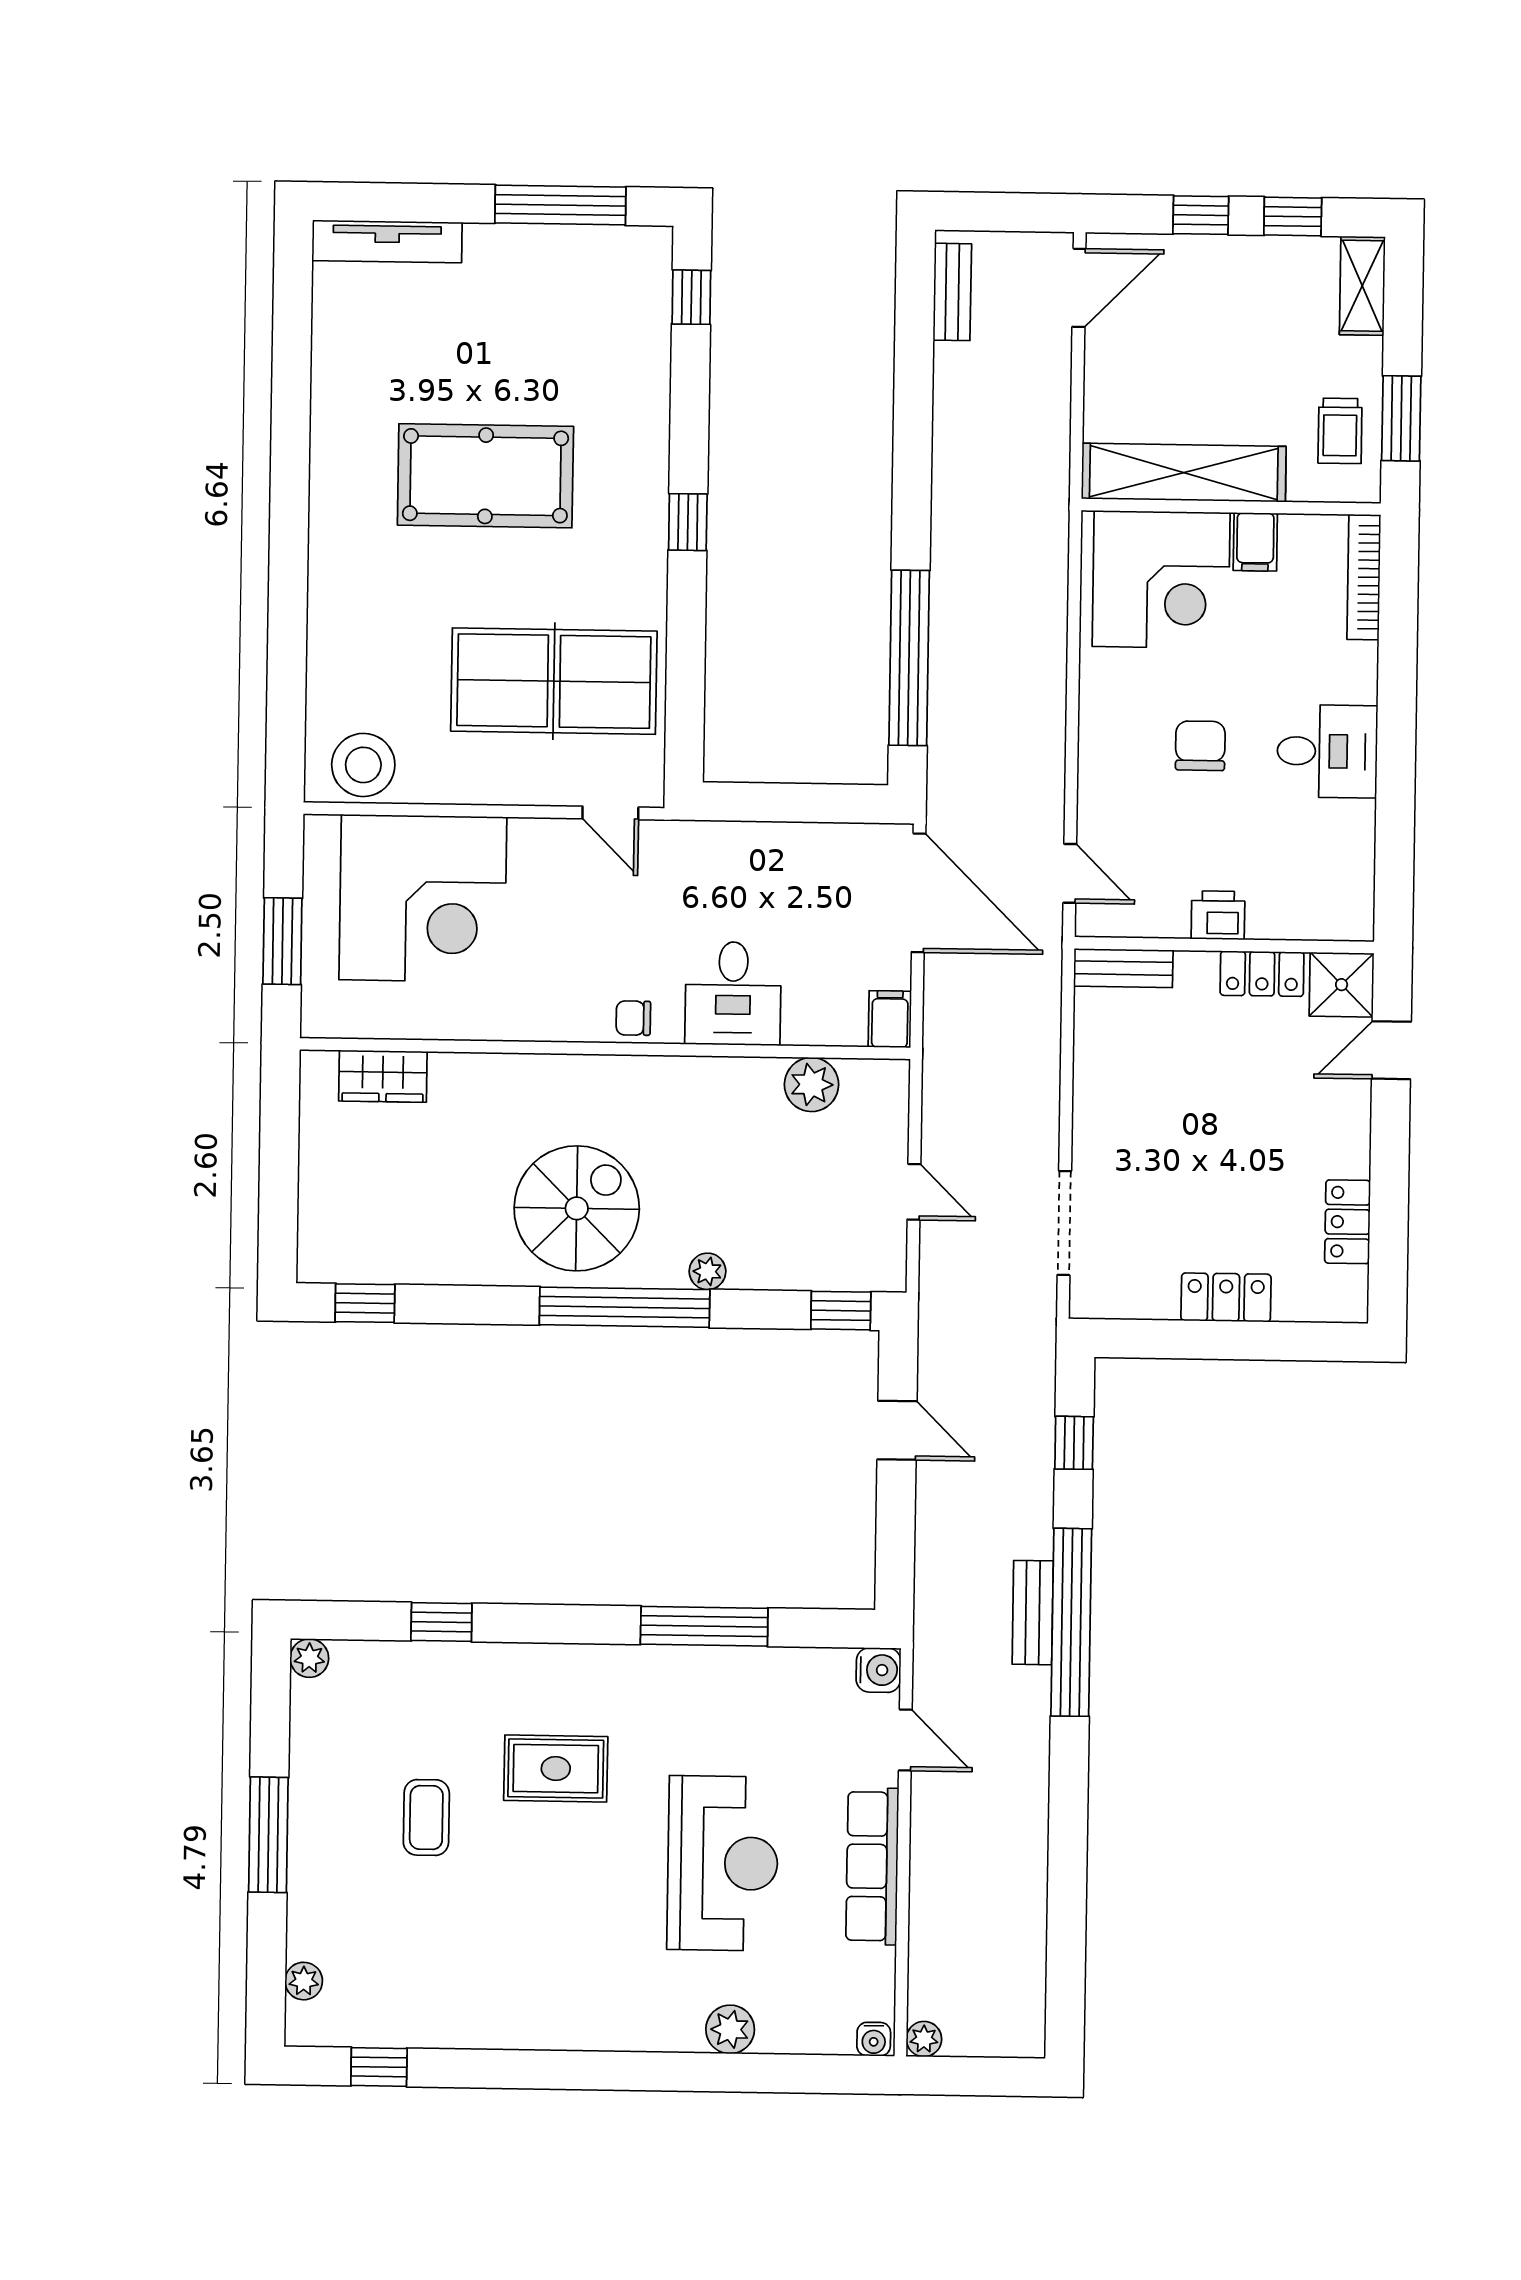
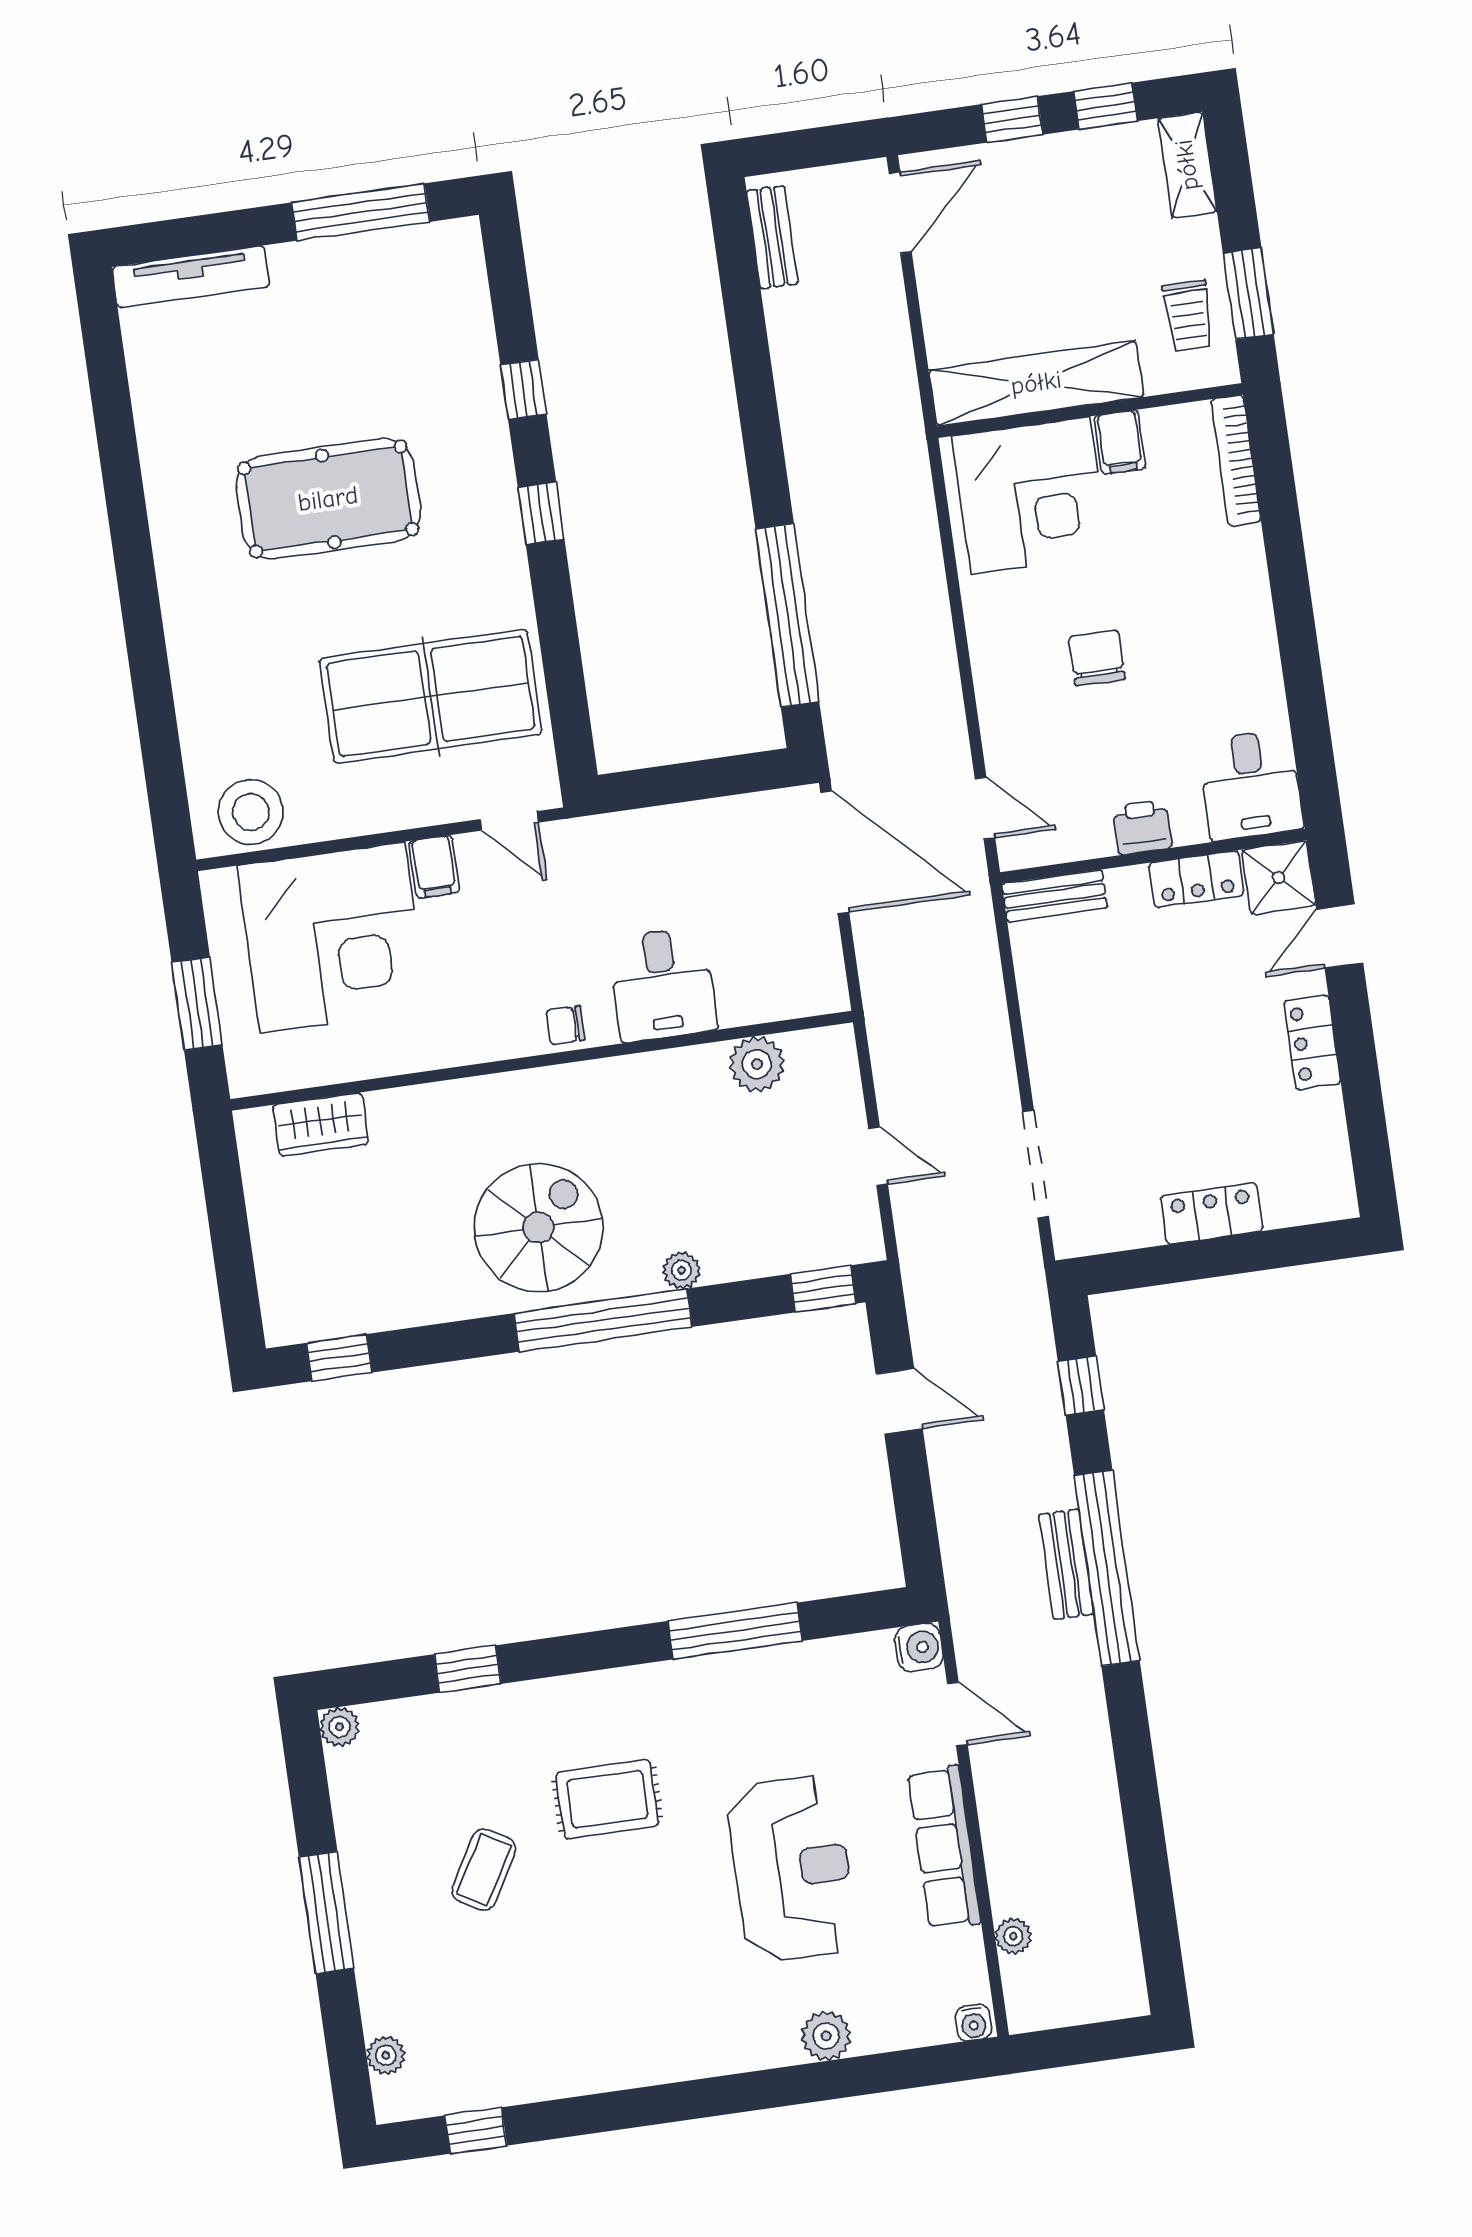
window: (691, 297) -> (523, 389), moved
desk: (1327, 751) -> (1251, 785), moved, turned 90
filing cabinet: (890, 1019) -> (434, 867), moved, turned 180
locker: (1348, 1222) -> (1312, 1042), moved
coffee table: (426, 1817) -> (484, 1870), turned 30
plant: (924, 2039) -> (1013, 1936), moved

